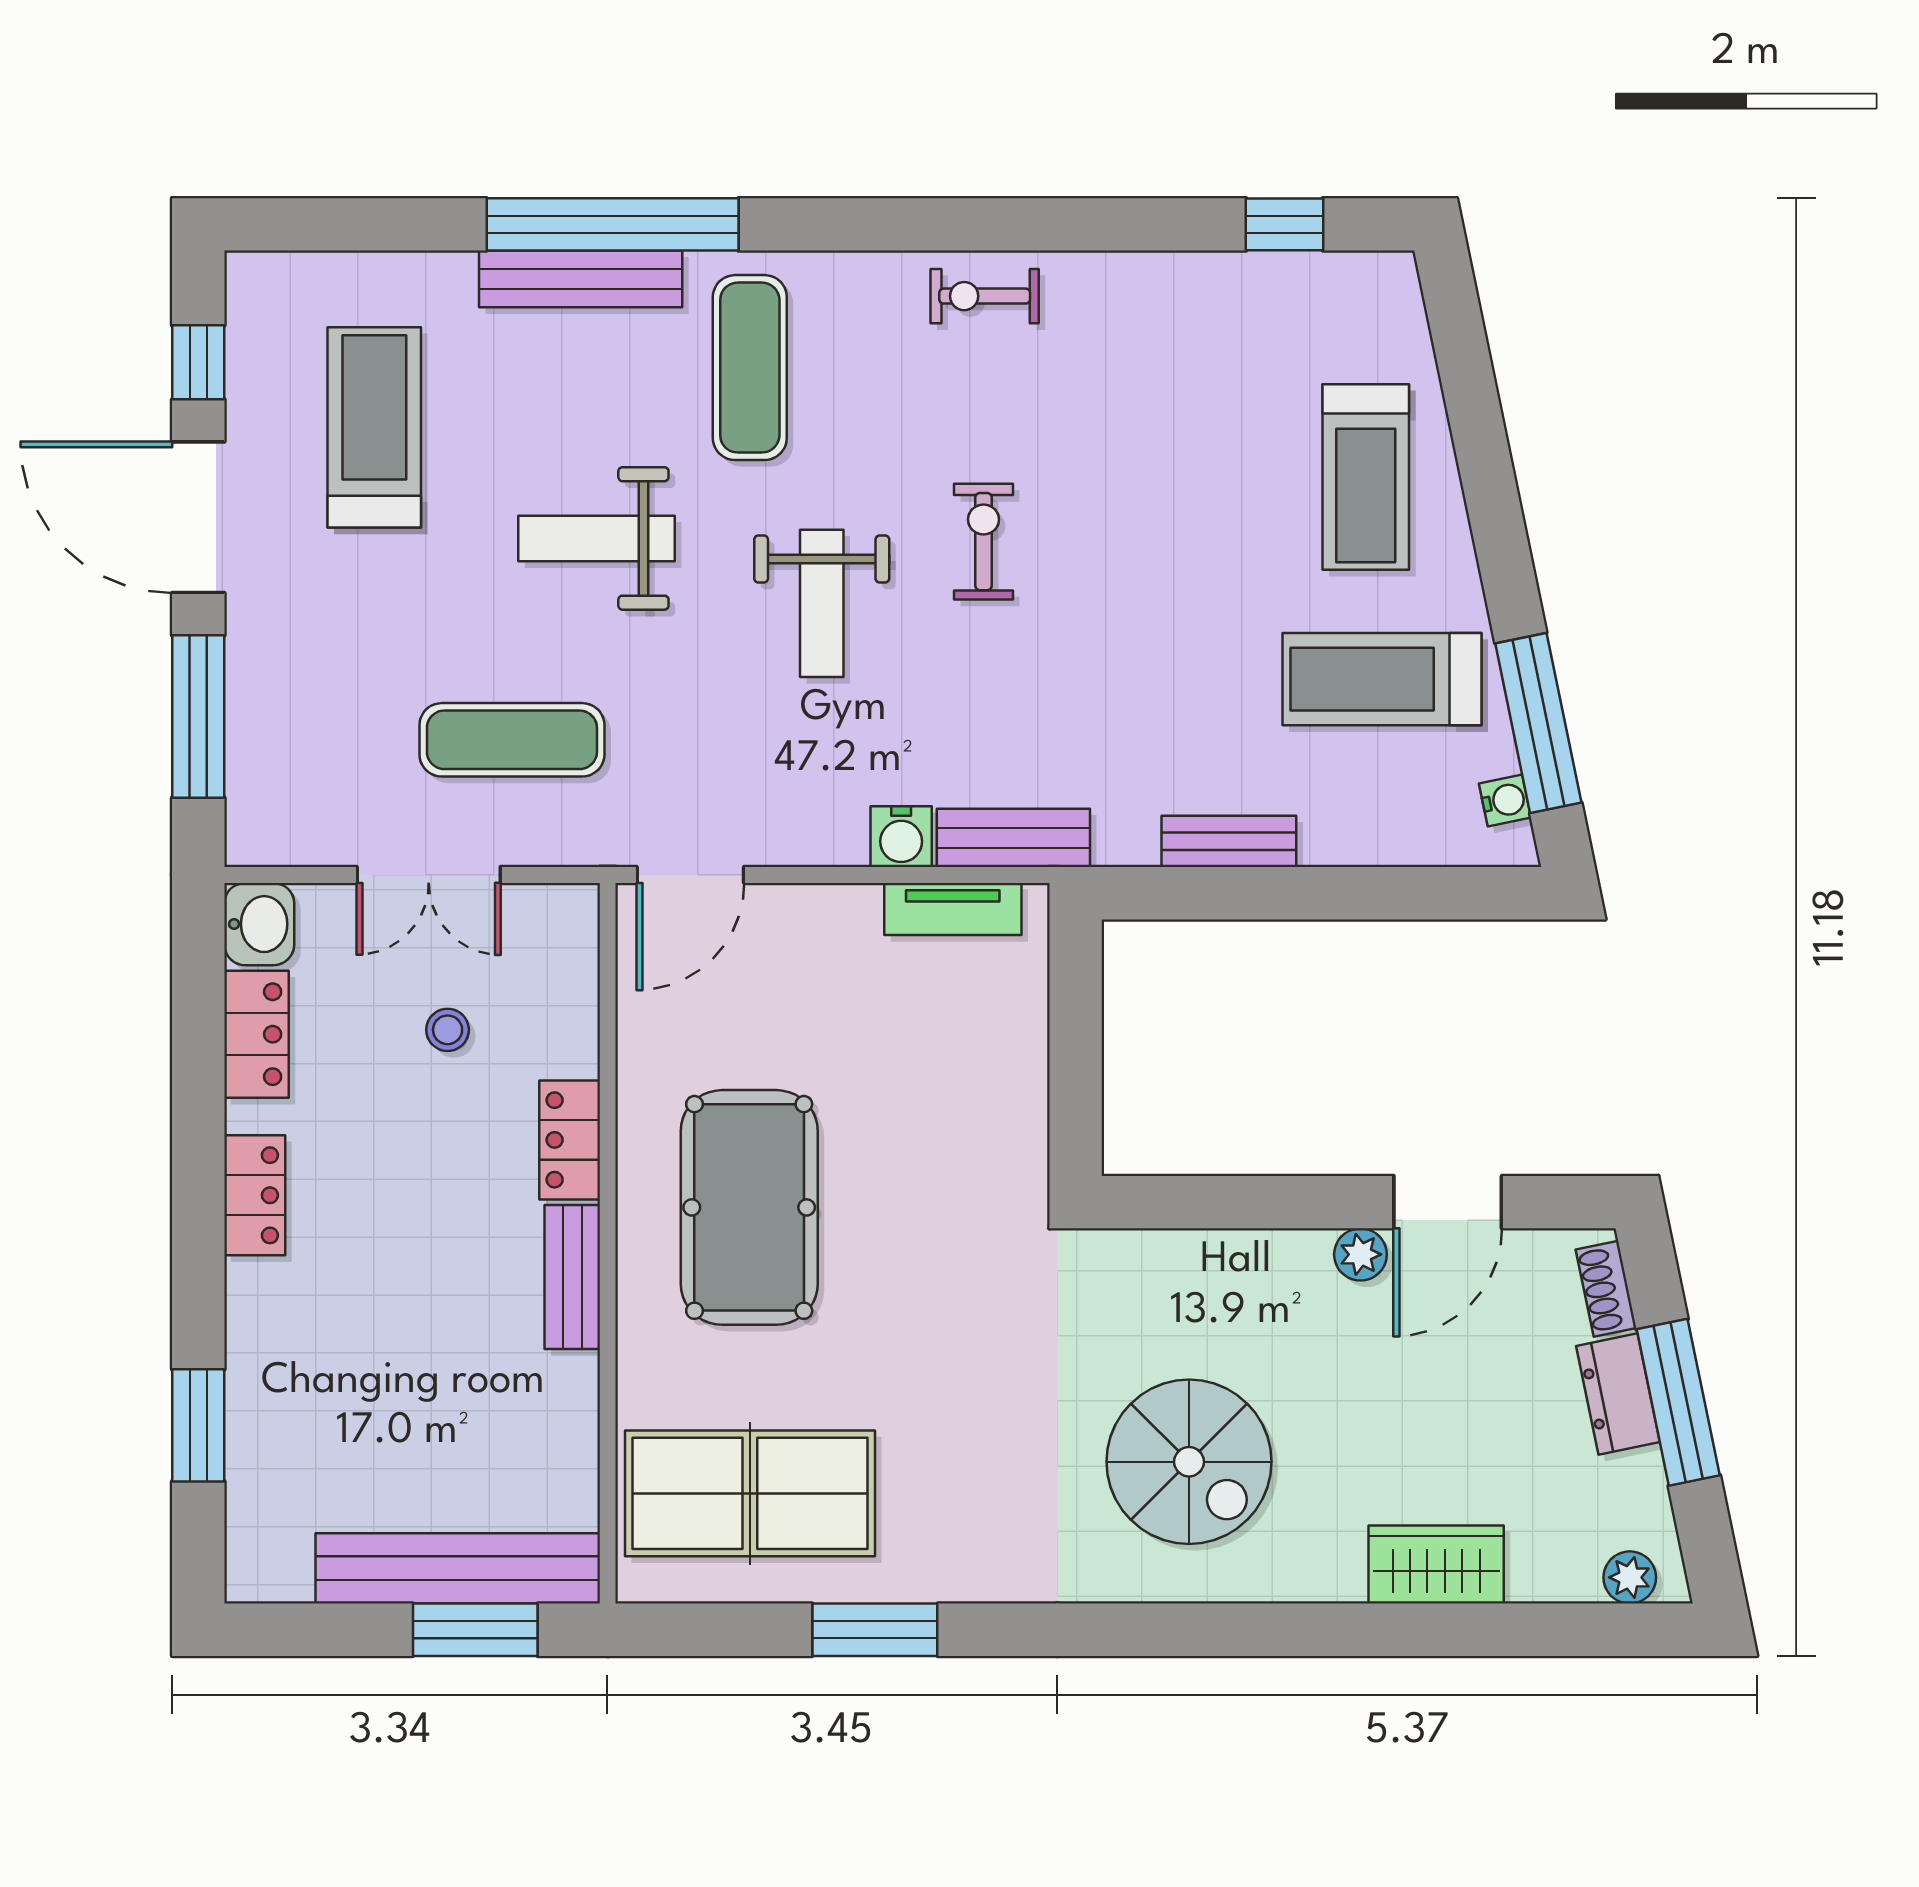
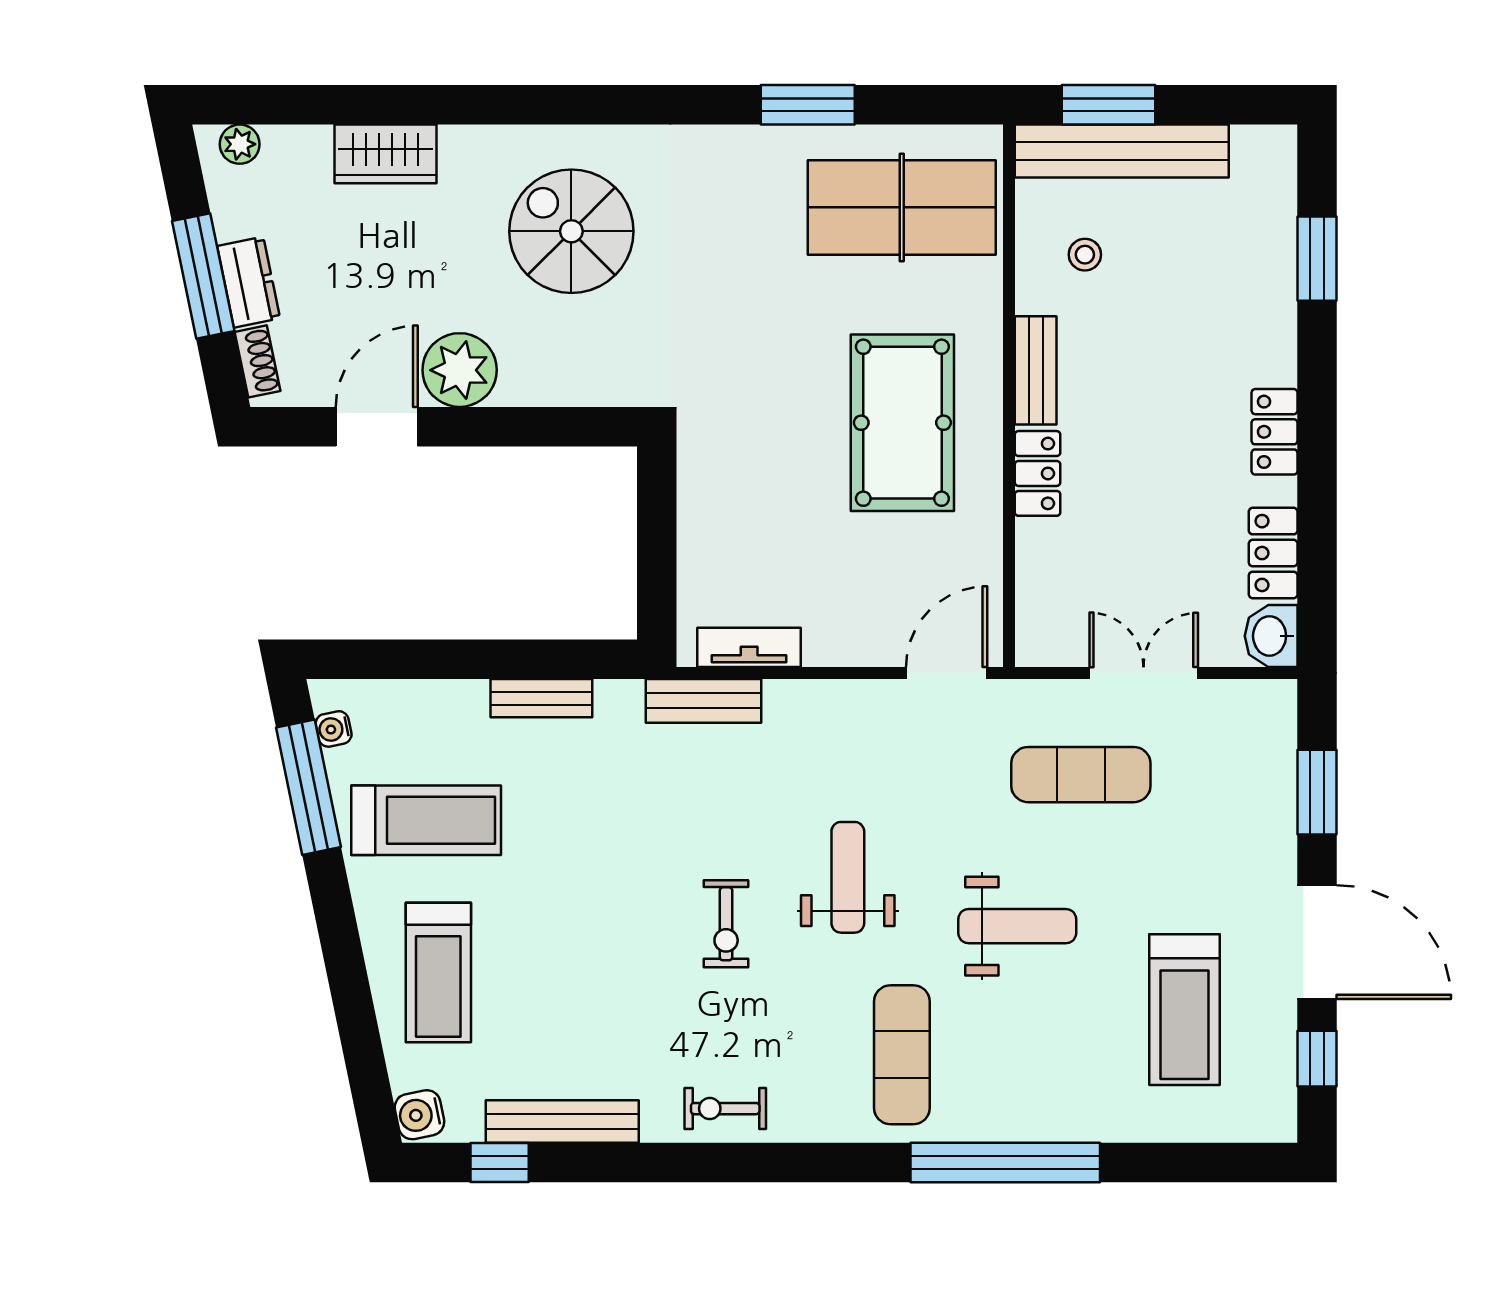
bench: (581, 279) -> (562, 1121), moved
exercise bike: (985, 296) -> (725, 1109), turned 180
treadmill: (1366, 477) -> (438, 972), turned 180
window: (198, 717) -> (1317, 792), width x0.69
water cooler: (901, 837) -> (419, 1115), moved, turned -102
stool: (448, 1030) -> (1085, 255), moved
plant: (1360, 1254) -> (460, 370), width x1.87, depth x1.87

